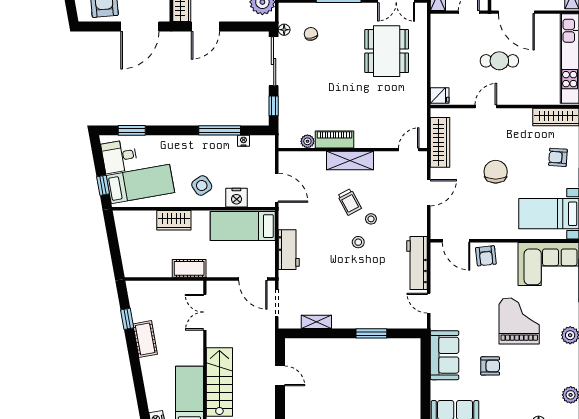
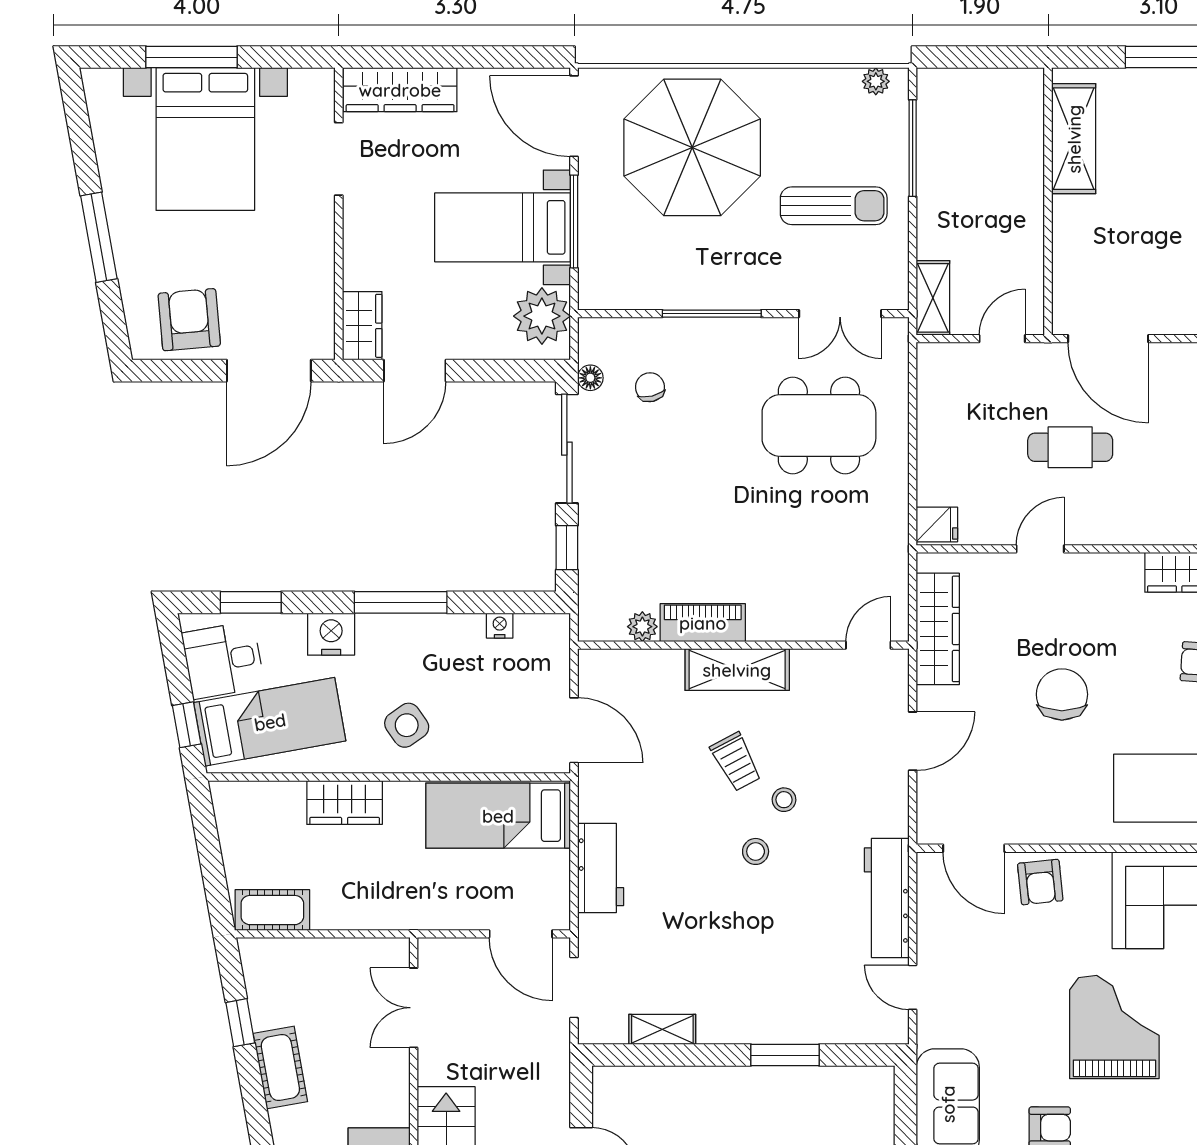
dining table: (387, 51) -> (819, 425), turned 90
window: (220, 130) -> (401, 602), moved
nightstand: (236, 198) -> (331, 634), moved, turned 180
cot: (189, 268) -> (272, 910), moved

